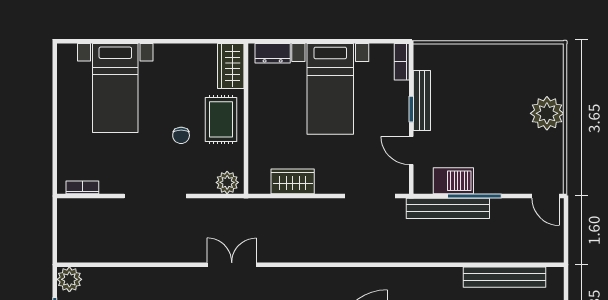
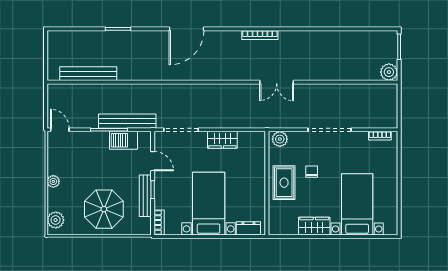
plant: (552, 65) -> (56, 220), added
wardrobe: (231, 66) -> (314, 226), moved, turned -90
parasol: (482, 81) -> (104, 209), added
plant: (547, 113) -> (53, 181), width x0.53, depth x0.53
wardrobe: (293, 181) -> (222, 140), moved

